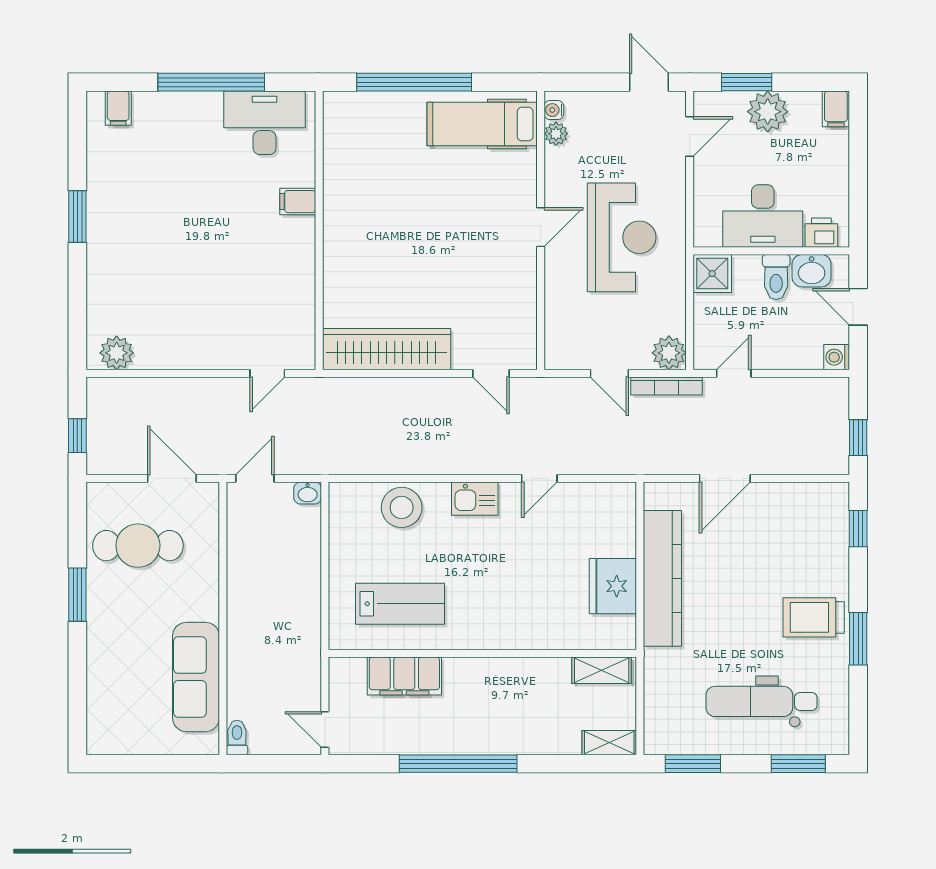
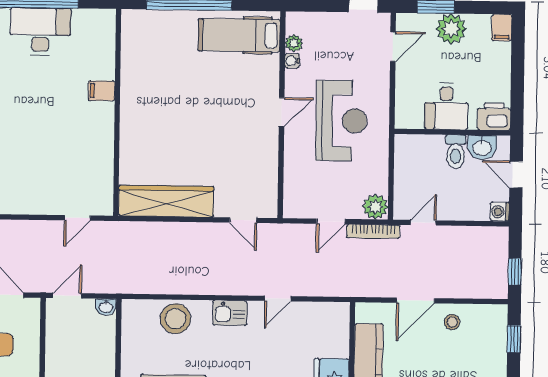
water cooler: (554, 110) -> (292, 61), moved
desk: (264, 123) -> (40, 31), moved
desk: (763, 216) -> (446, 106), width x0.73
printer: (821, 233) -> (494, 117), width x1.36, depth x1.24
shower: (712, 274) -> (408, 148), removed
door: (609, 373) -> (331, 221), hinge flipped
stool: (774, 507) -> (452, 322), added

